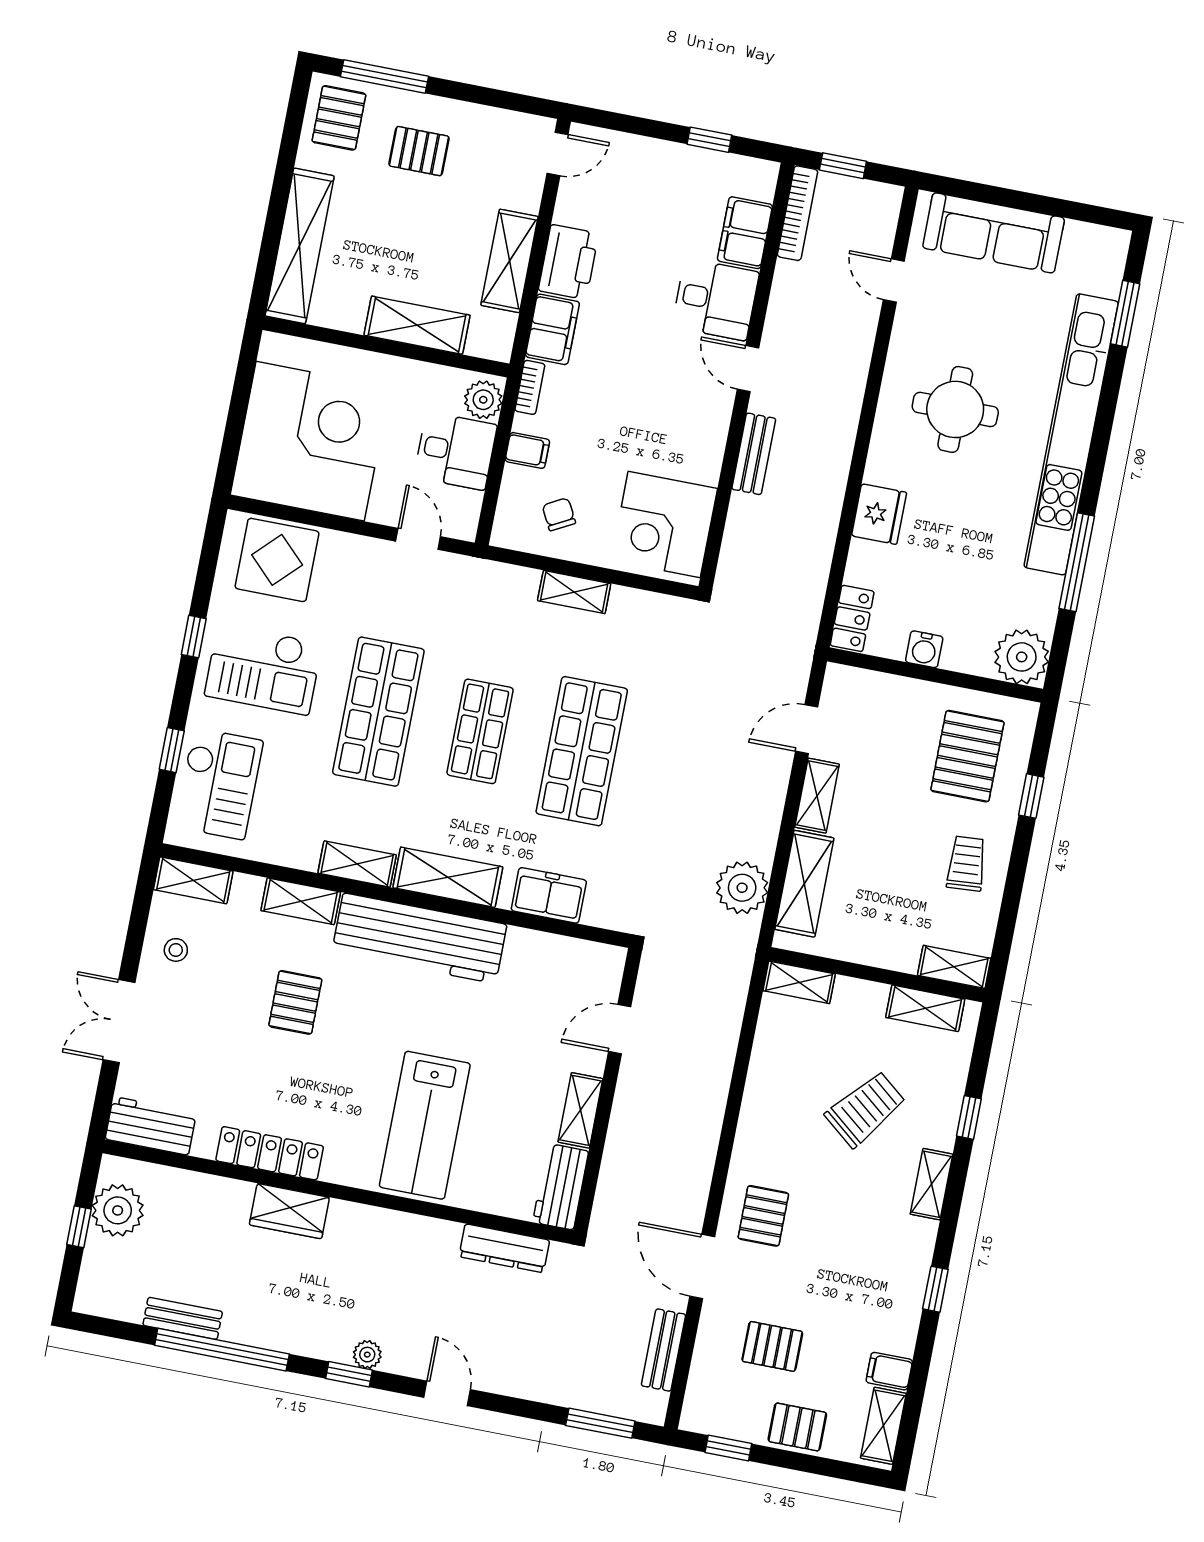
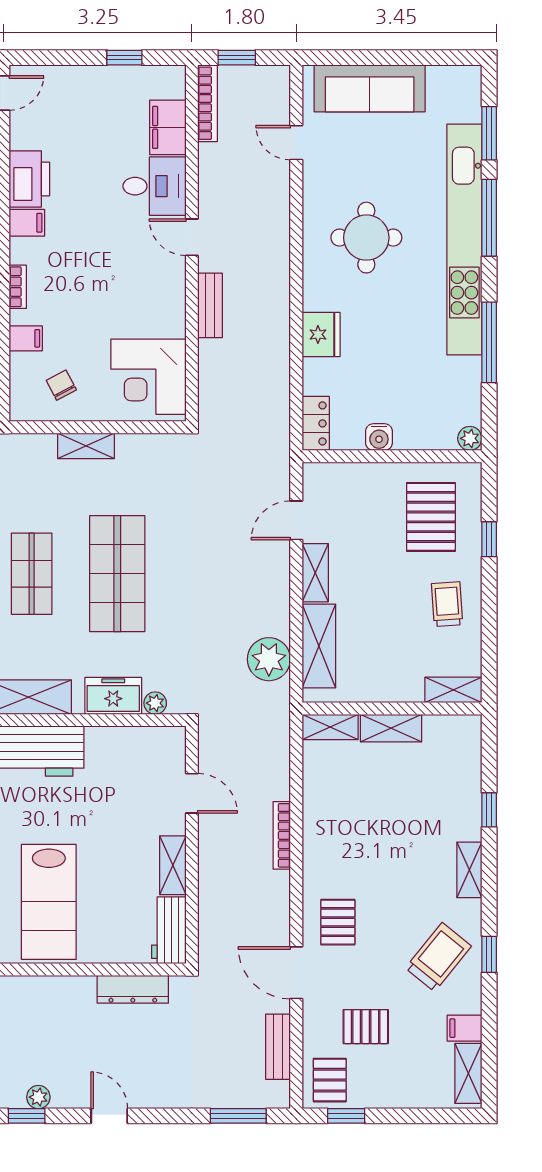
filing cabinet: (552, 329) -> (27, 223), width x0.50
window: (1106, 414) -> (489, 218), added
plant: (1022, 657) -> (470, 438), width x0.53, depth x0.53
plant: (597, 914) -> (155, 703), added
shelving: (925, 1008) -> (391, 728), moved
door: (620, 1029) -> (192, 793), swing flipped
bookcase: (717, 1100) -> (282, 835), added
trolley: (865, 1109) -> (438, 957), moved
pallet: (797, 1427) -> (330, 1080), moved, turned 90

